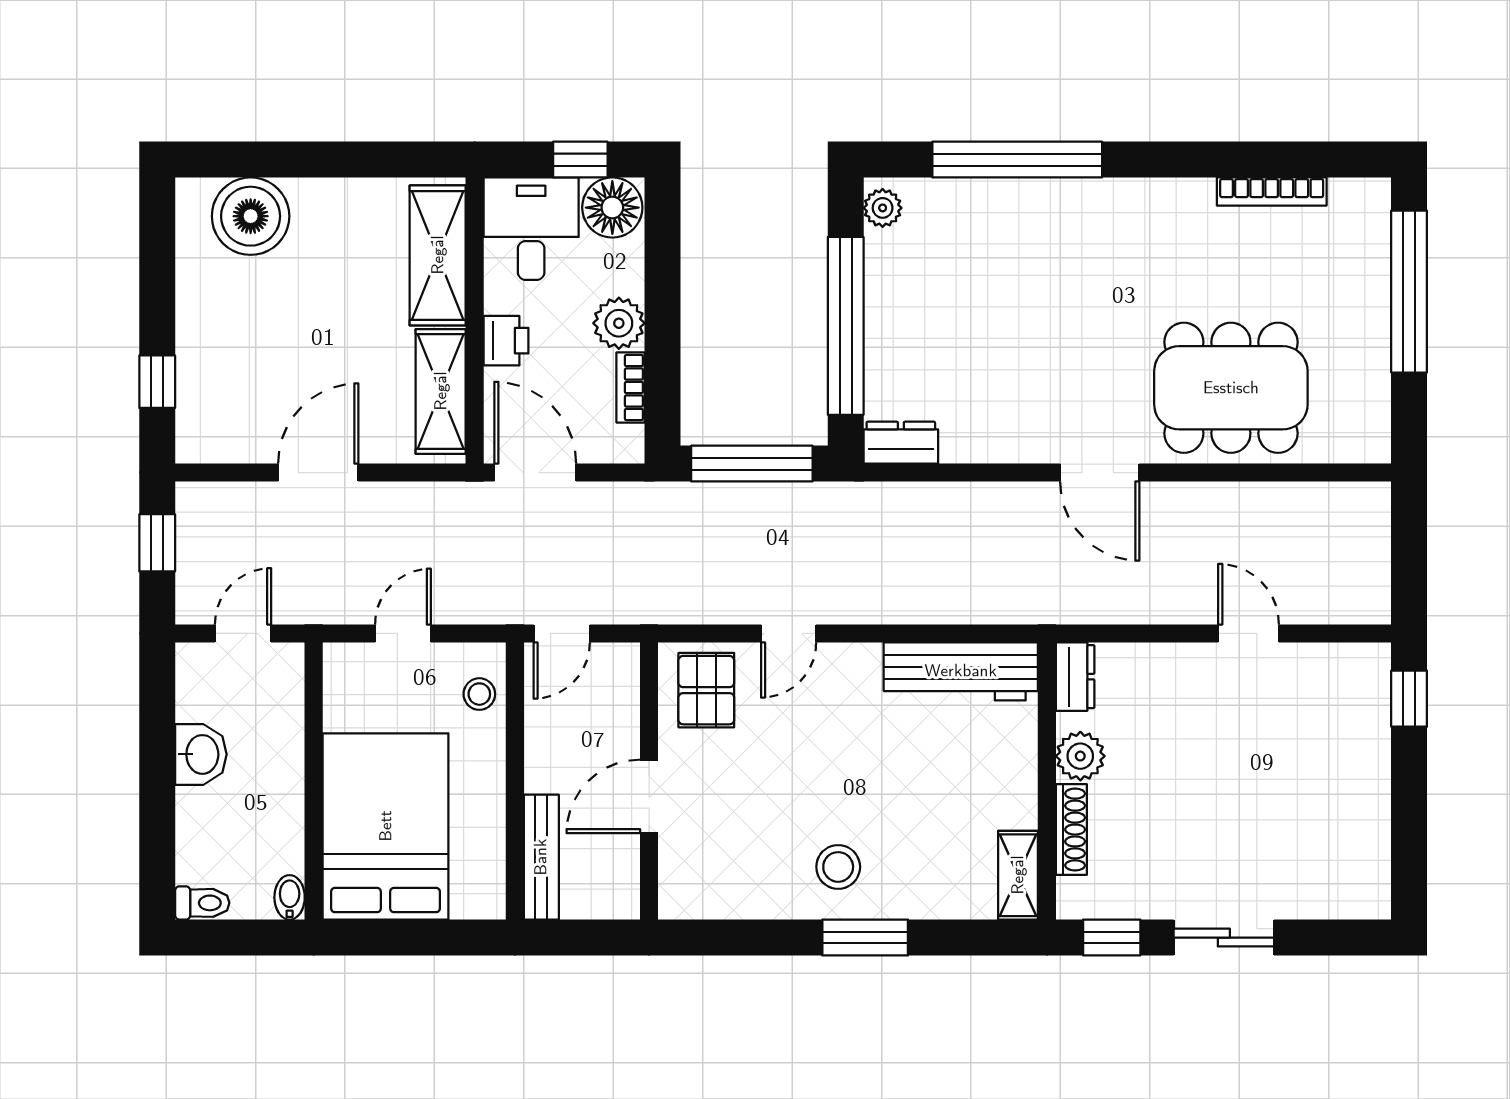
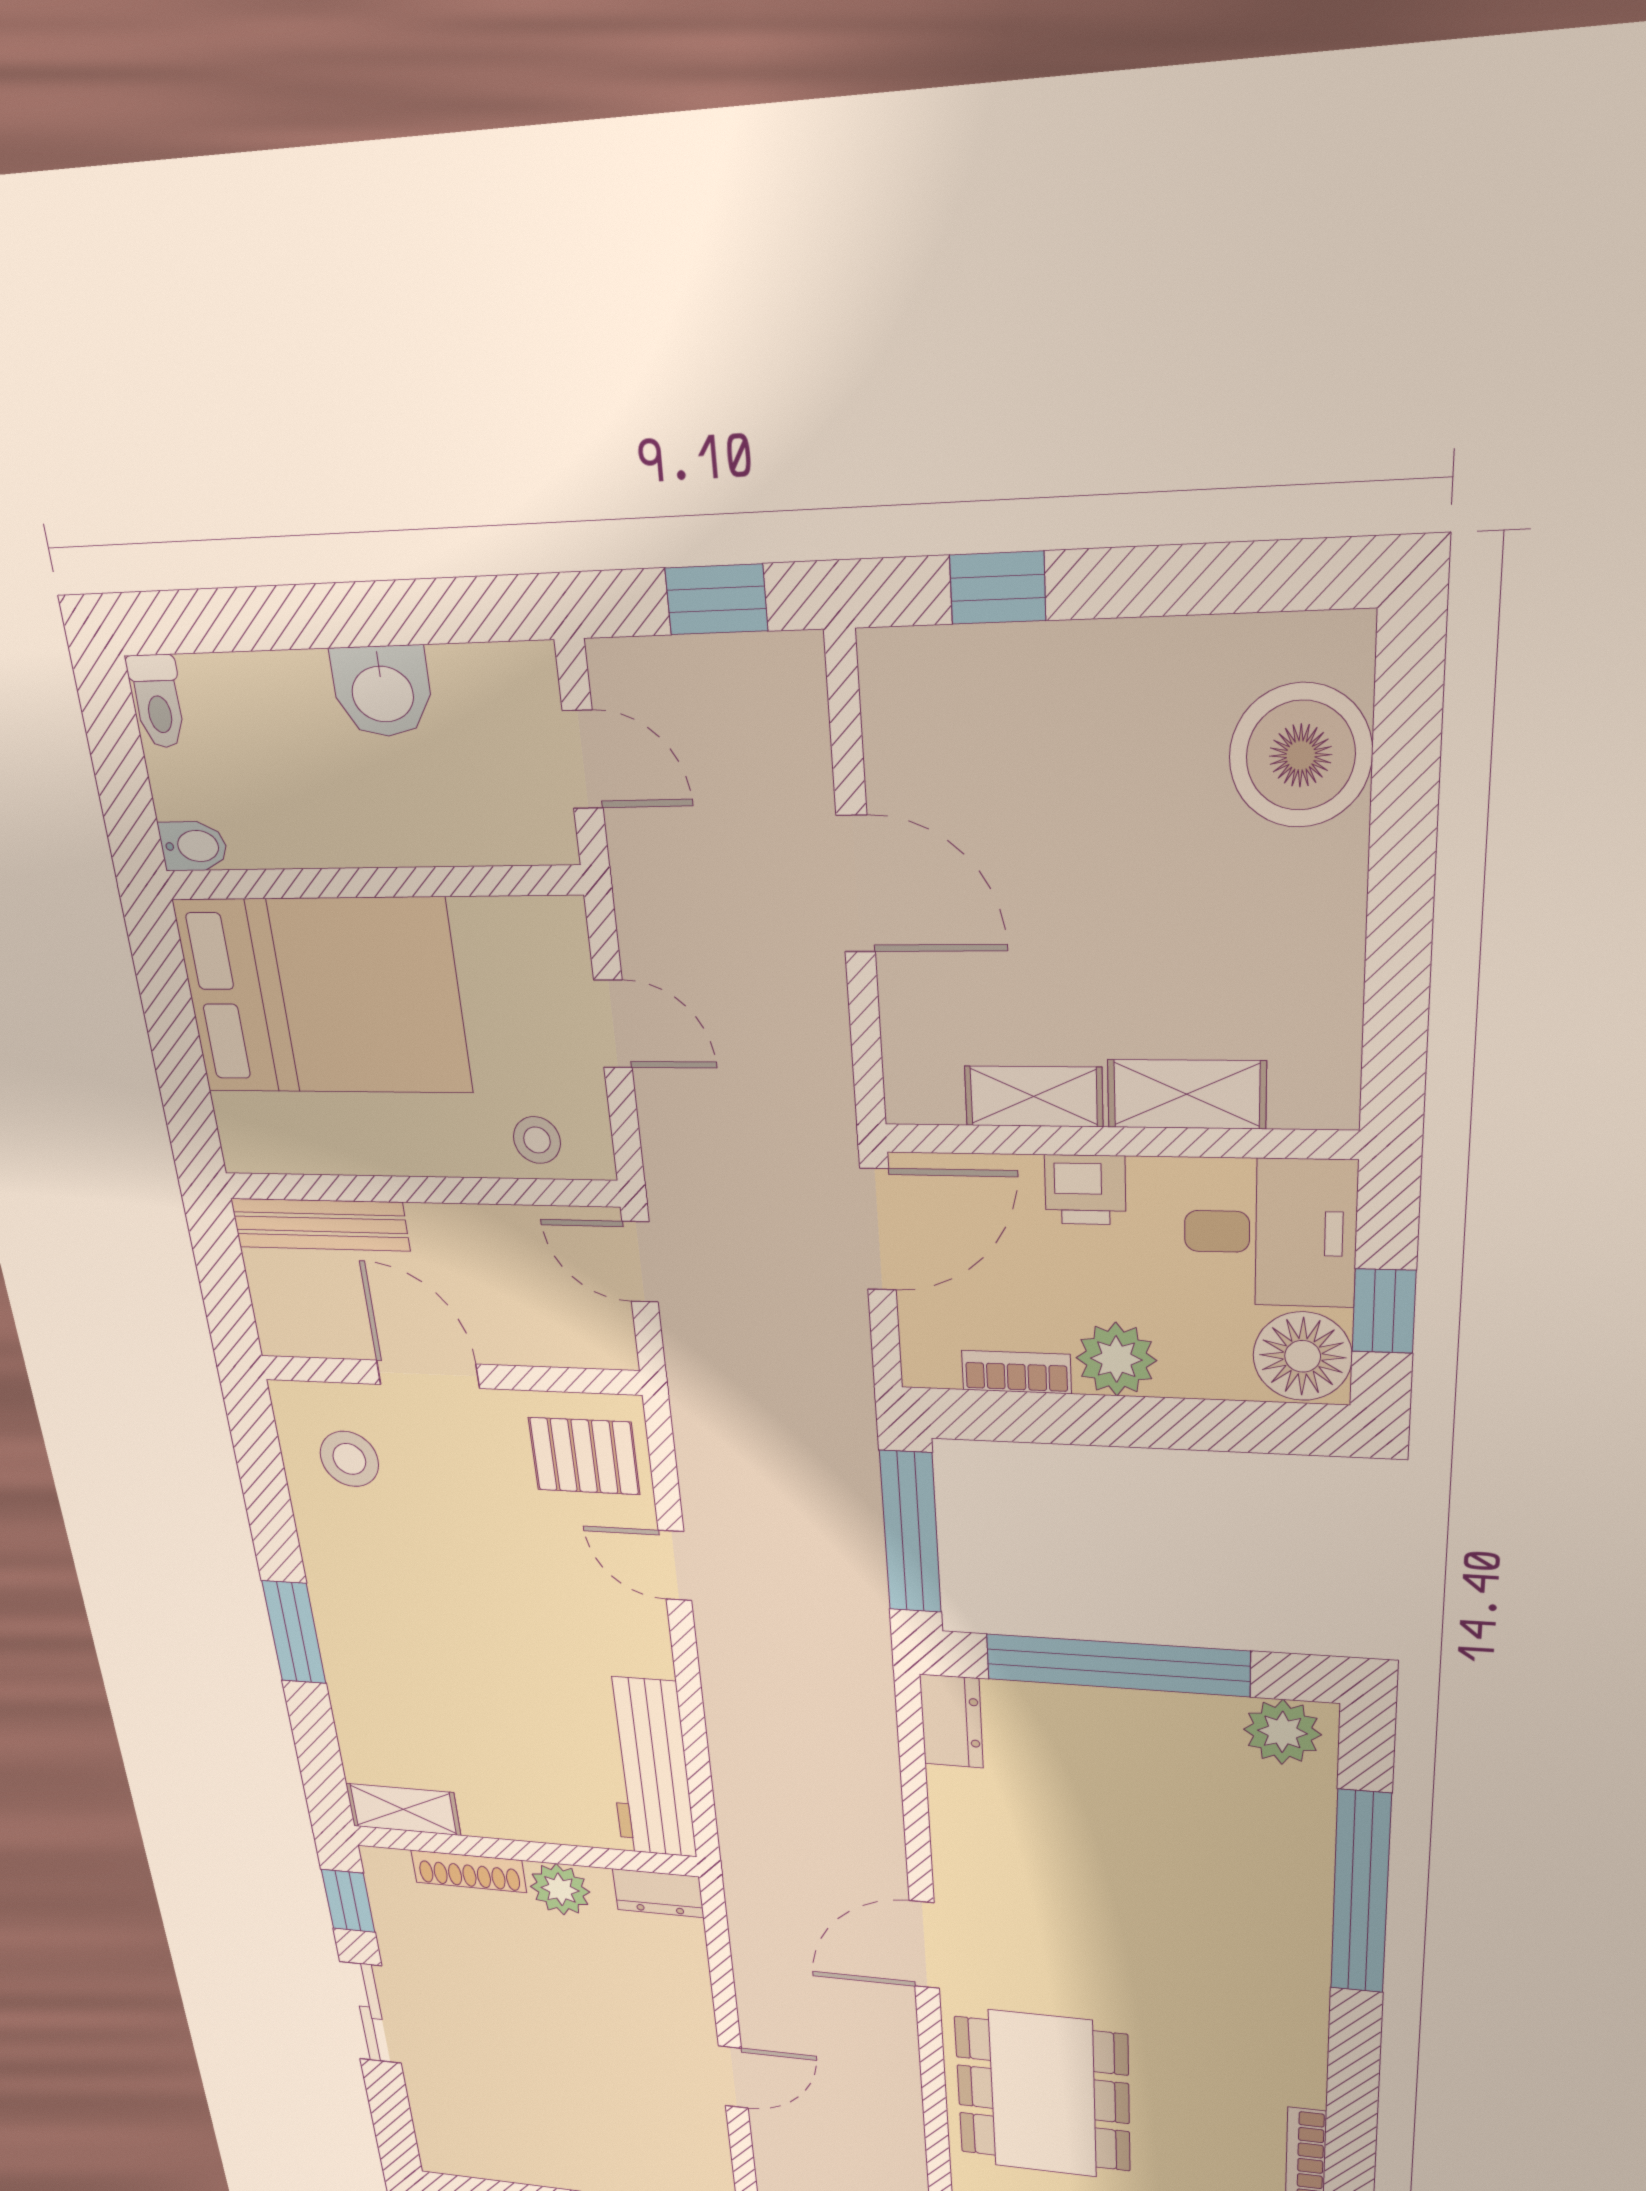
plant: (883, 208) -> (1282, 1732), width x1.38, depth x1.38
shelving: (438, 255) -> (1187, 1094), width x0.67, depth x0.75
shelving: (441, 391) -> (1034, 1096), width x0.67, depth x0.75
stool: (838, 867) -> (349, 1459), moved

